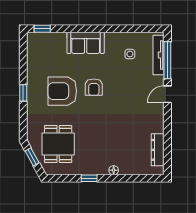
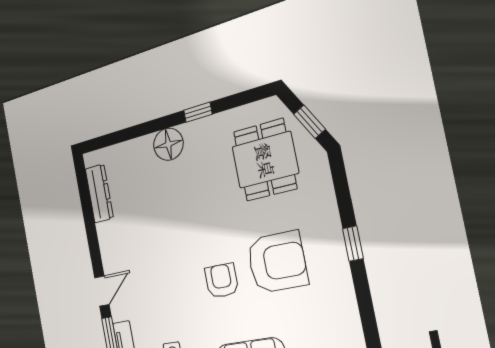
floor lamp: (114, 170) -> (168, 144), width x1.89, depth x1.89

